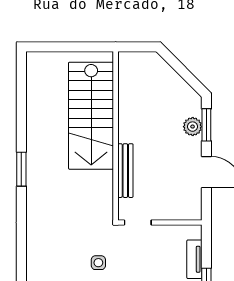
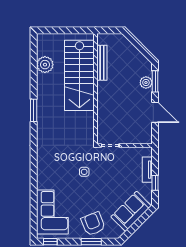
plant: (39, 99) -> (45, 65), added
bench: (125, 171) -> (102, 63), moved

